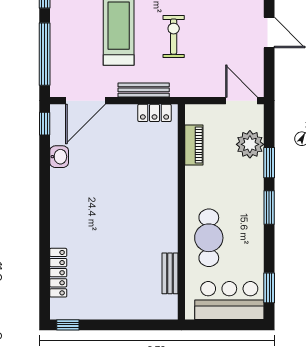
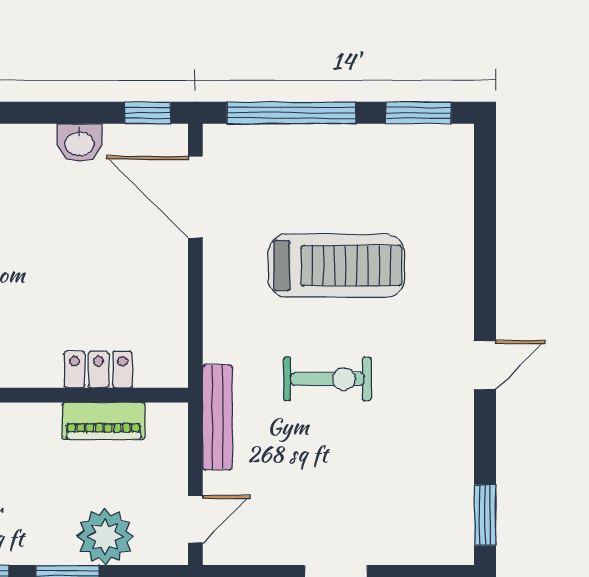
bench: (144, 90) -> (217, 417), moved
door: (242, 101) -> (195, 519), width x0.73
locker: (154, 113) -> (98, 370), moved, turned 90

